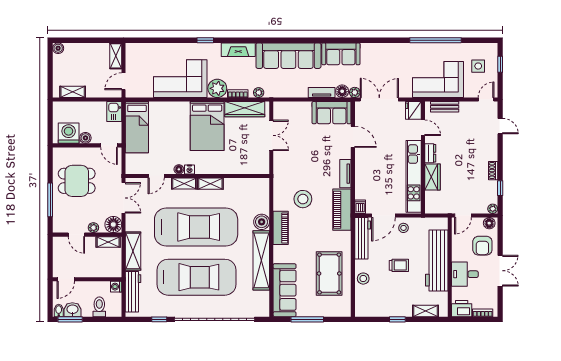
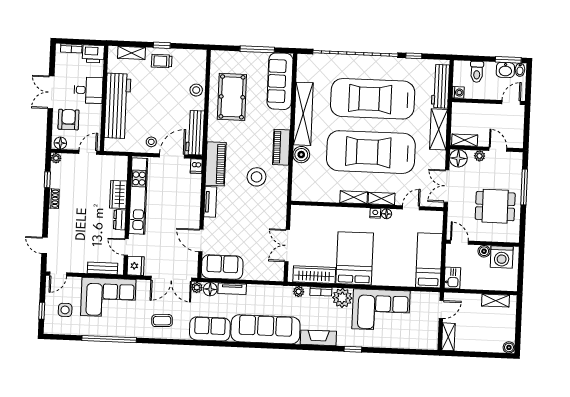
coffee table: (386, 60) -> (162, 321), added
trolley: (399, 265) -> (162, 61), moved

